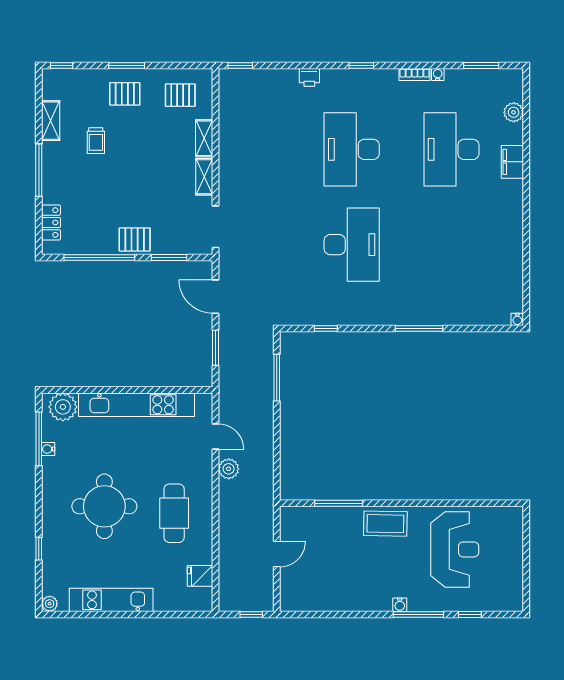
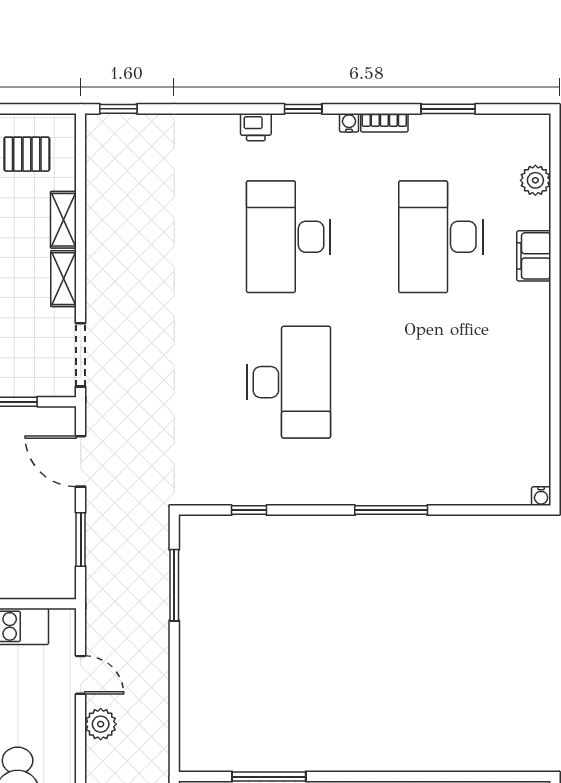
window: (481, 65) -> (448, 109), moved
water cooler: (438, 75) -> (349, 123), moved
printer: (309, 77) -> (256, 127), moved

